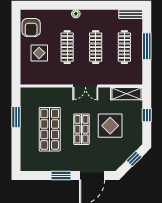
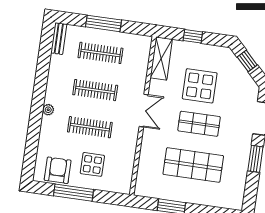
armchair: (31, 27) -> (58, 170), turned -90
window: (16, 42) -> (73, 193), added

